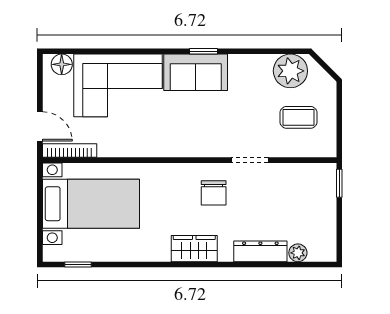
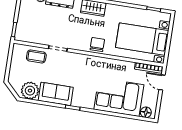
sofa: (196, 72) -> (56, 94), moved
coffee table: (299, 117) -> (36, 56), moved
chair: (214, 193) -> (97, 45), moved

